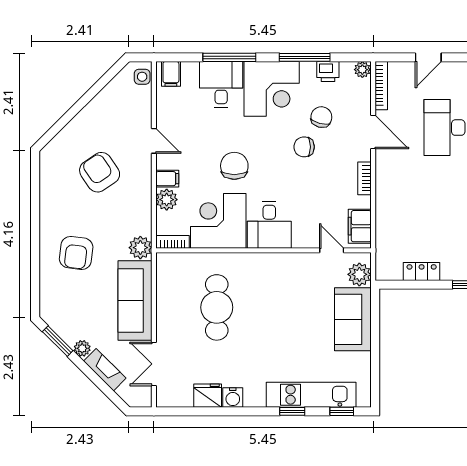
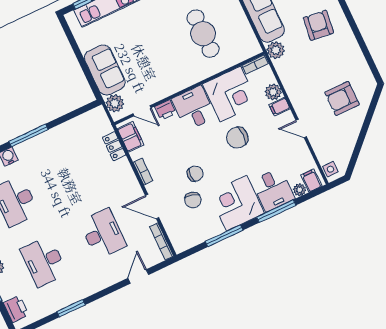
plant: (362, 70) -> (300, 190), moved
printer: (328, 71) -> (165, 110), moved, turned 180
chair: (234, 166) -> (237, 138), turned 90
armchair: (100, 172) -> (342, 98), moved, turned 124
locker: (422, 271) -> (114, 146), moved, turned 90

